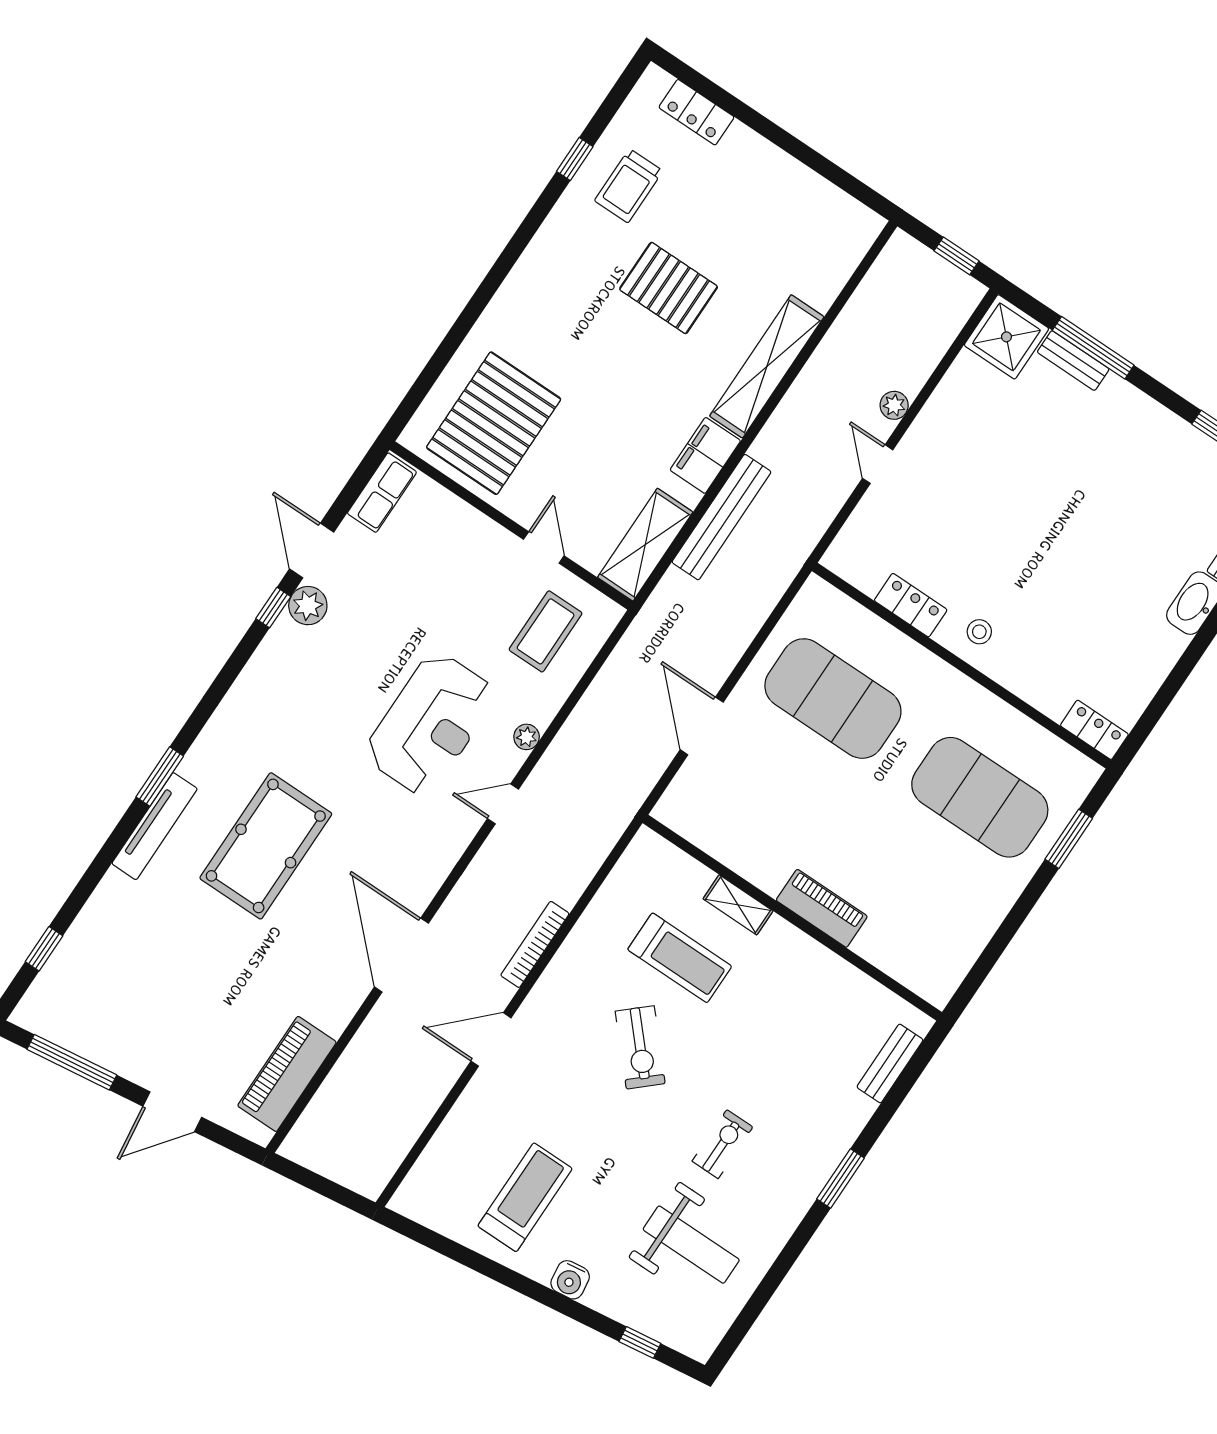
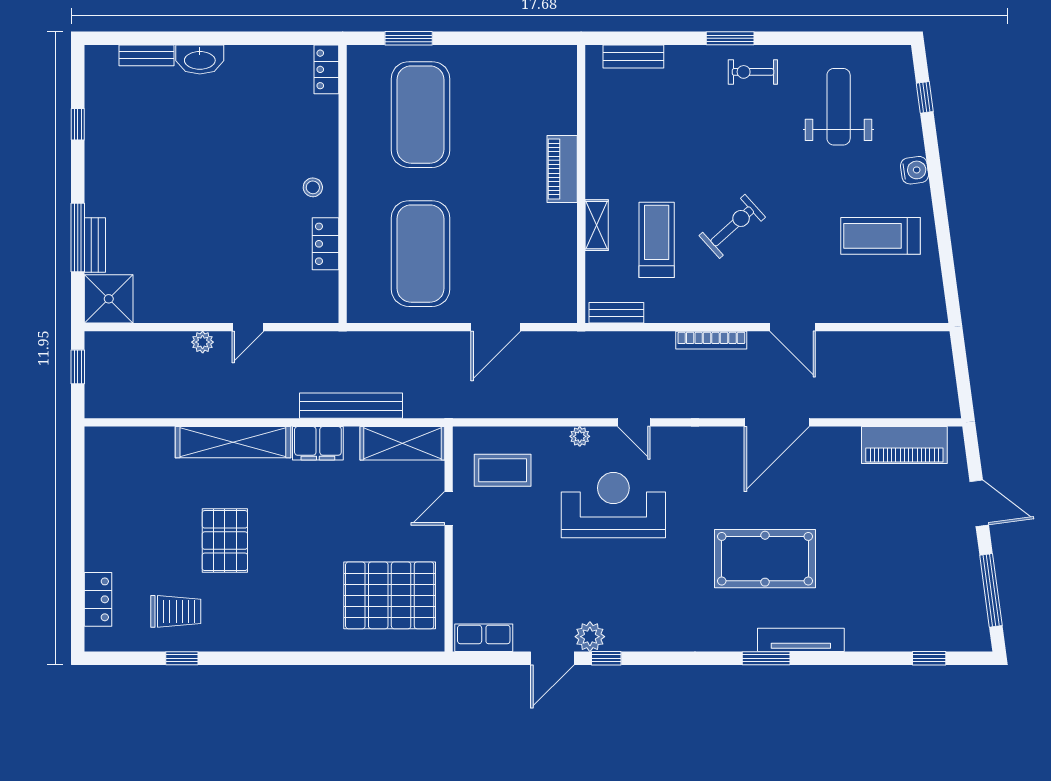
bench: (631, 863) -> (616, 313), added
exercise bike: (723, 1144) -> (753, 72), moved

